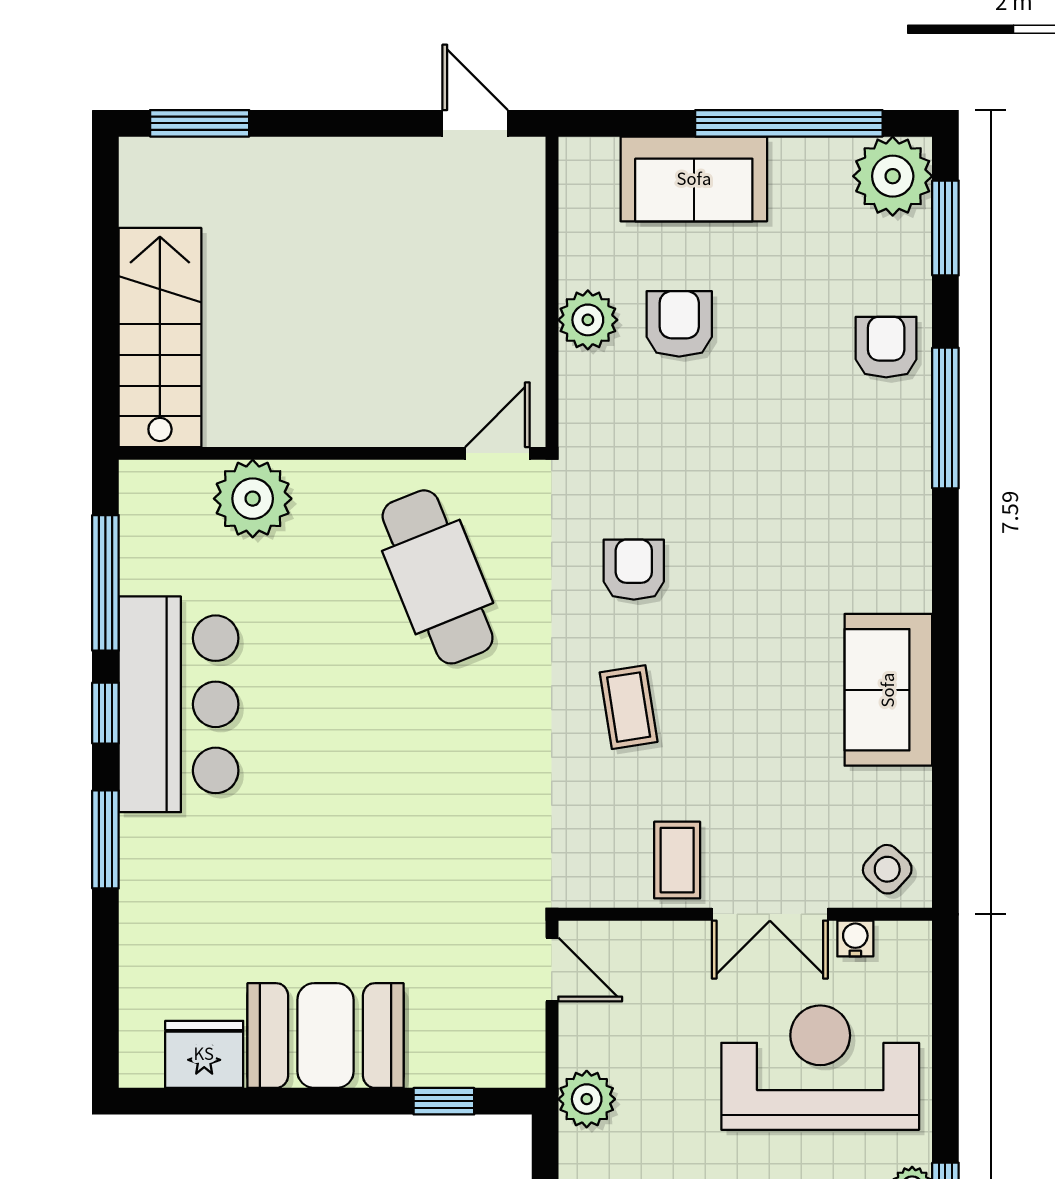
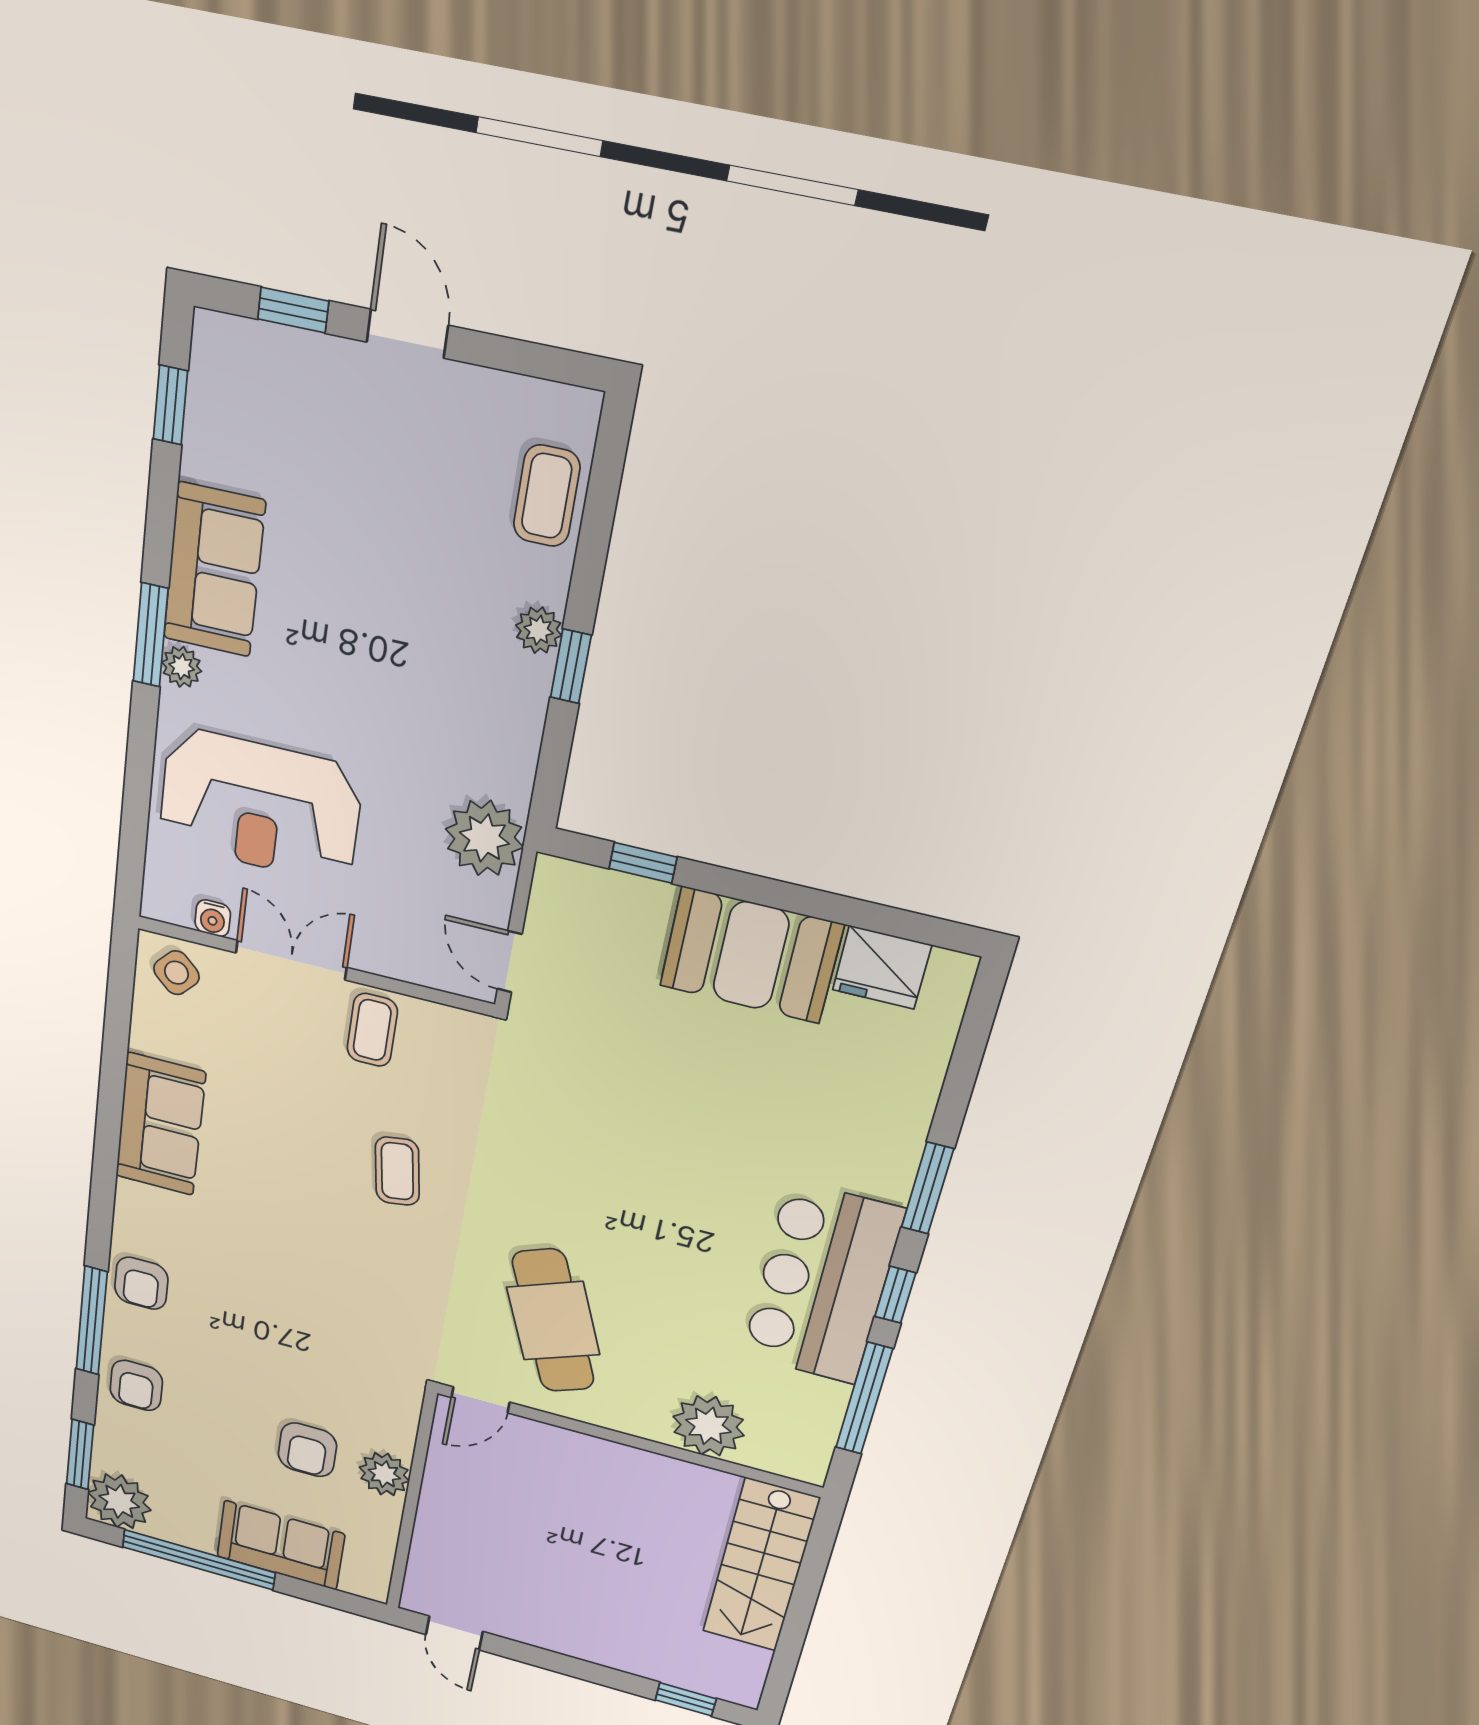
window: (200, 123) -> (686, 1699), width x0.67
armchair: (634, 570) -> (141, 1283), moved
plant: (587, 1099) -> (484, 838), width x1.36, depth x1.36

